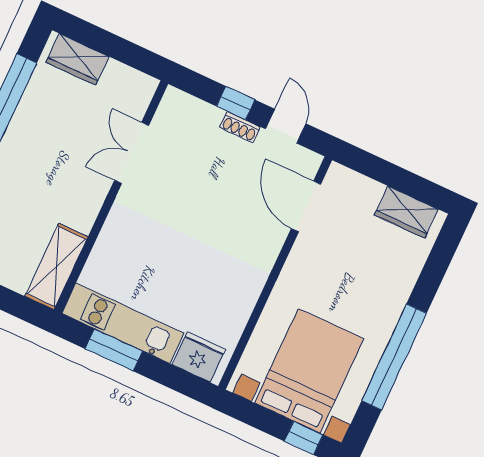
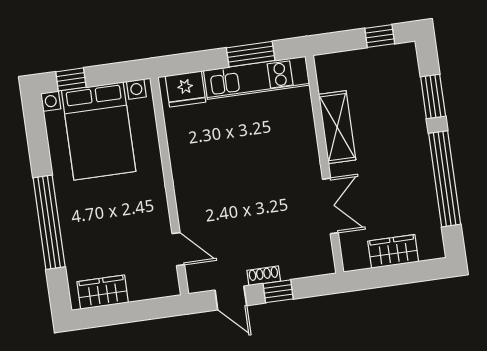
wardrobe: (77, 59) -> (393, 251), moved
door: (306, 206) -> (178, 249), width x0.73
shelving: (56, 267) -> (337, 127), moved
window: (394, 357) -> (49, 222), moved

